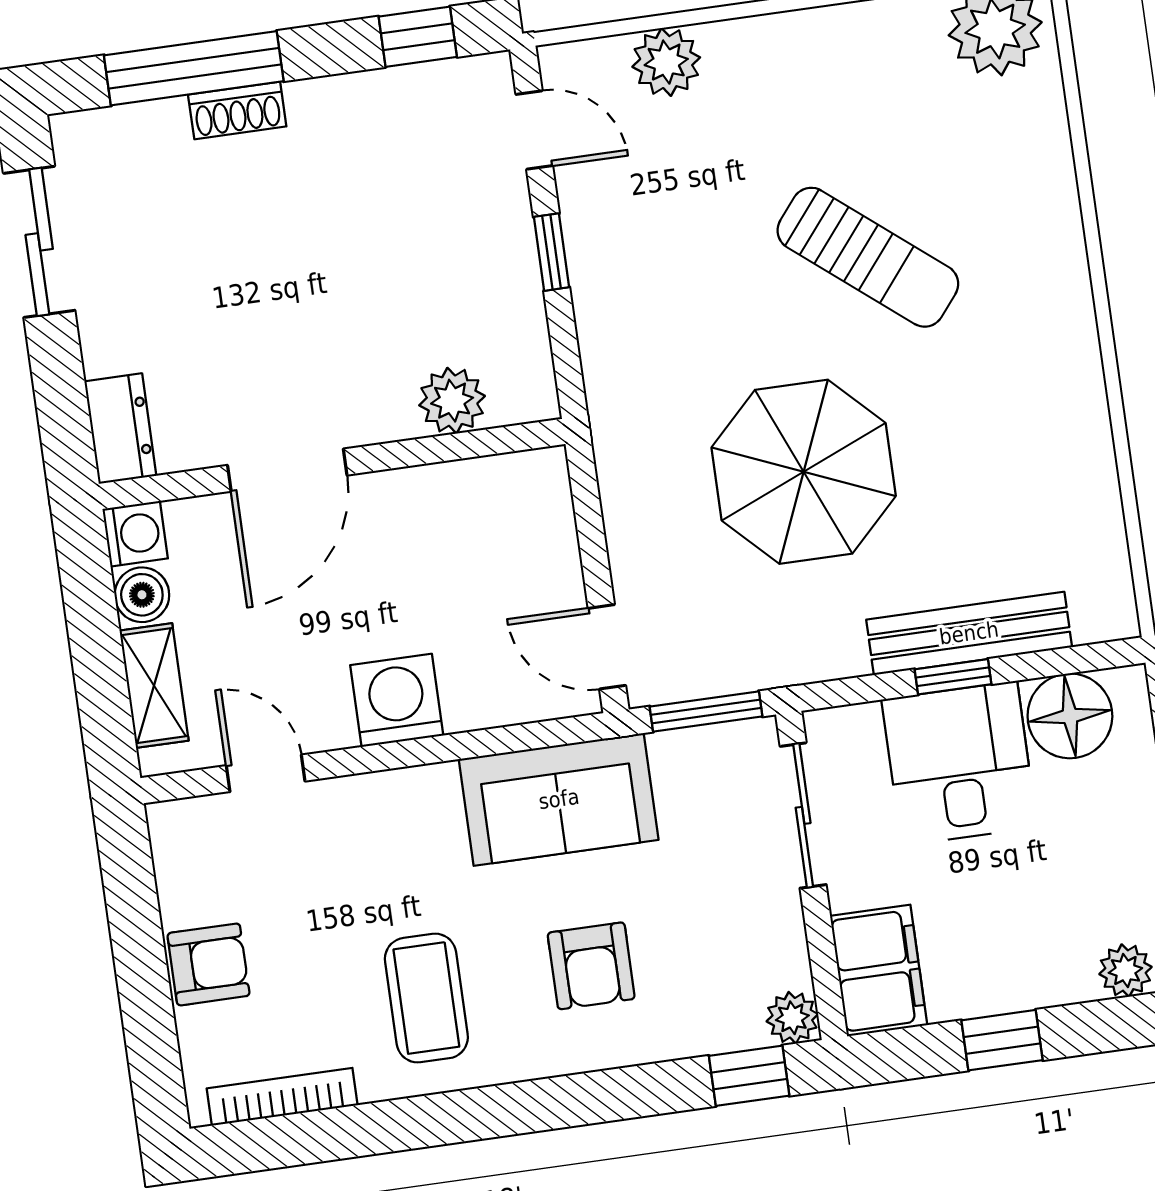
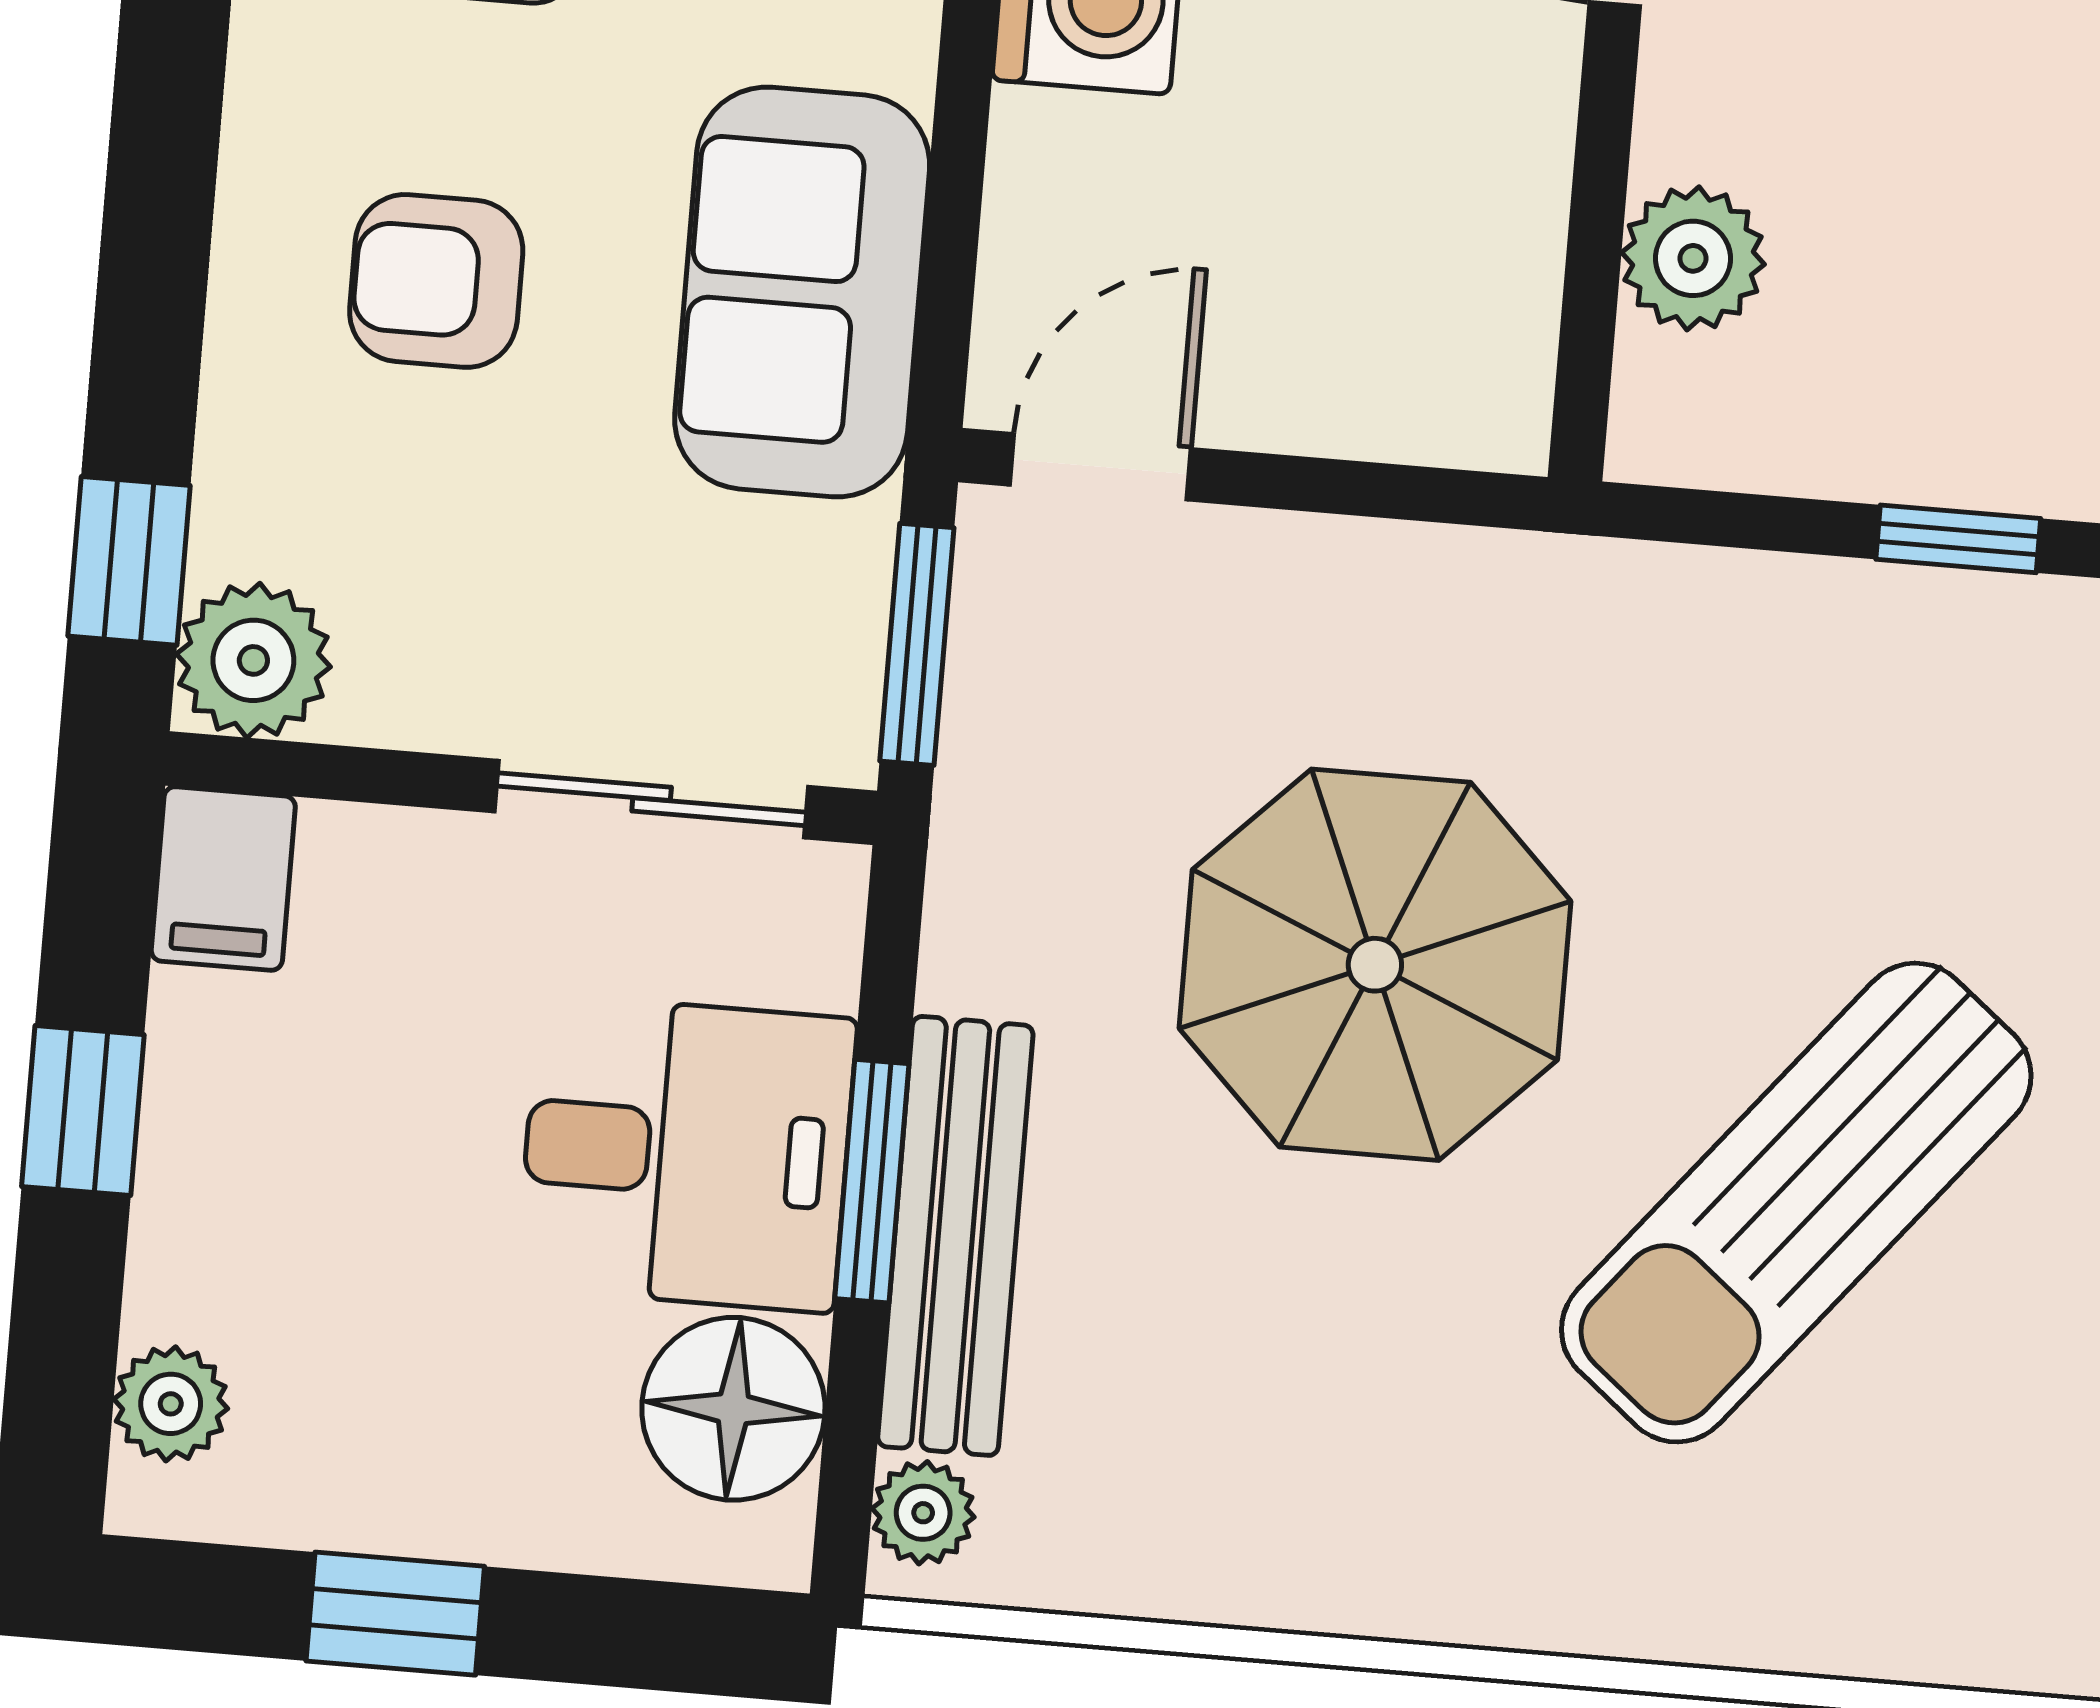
sun lounger: (868, 257) -> (1796, 1203), width x1.36, depth x1.34
plant: (1097, 620) -> (923, 1513), added
window: (953, 677) -> (872, 1181), width x1.50
filing cabinet: (879, 971) -> (223, 879), width x0.50
plant: (792, 1018) -> (253, 660), width x1.38, depth x1.38

